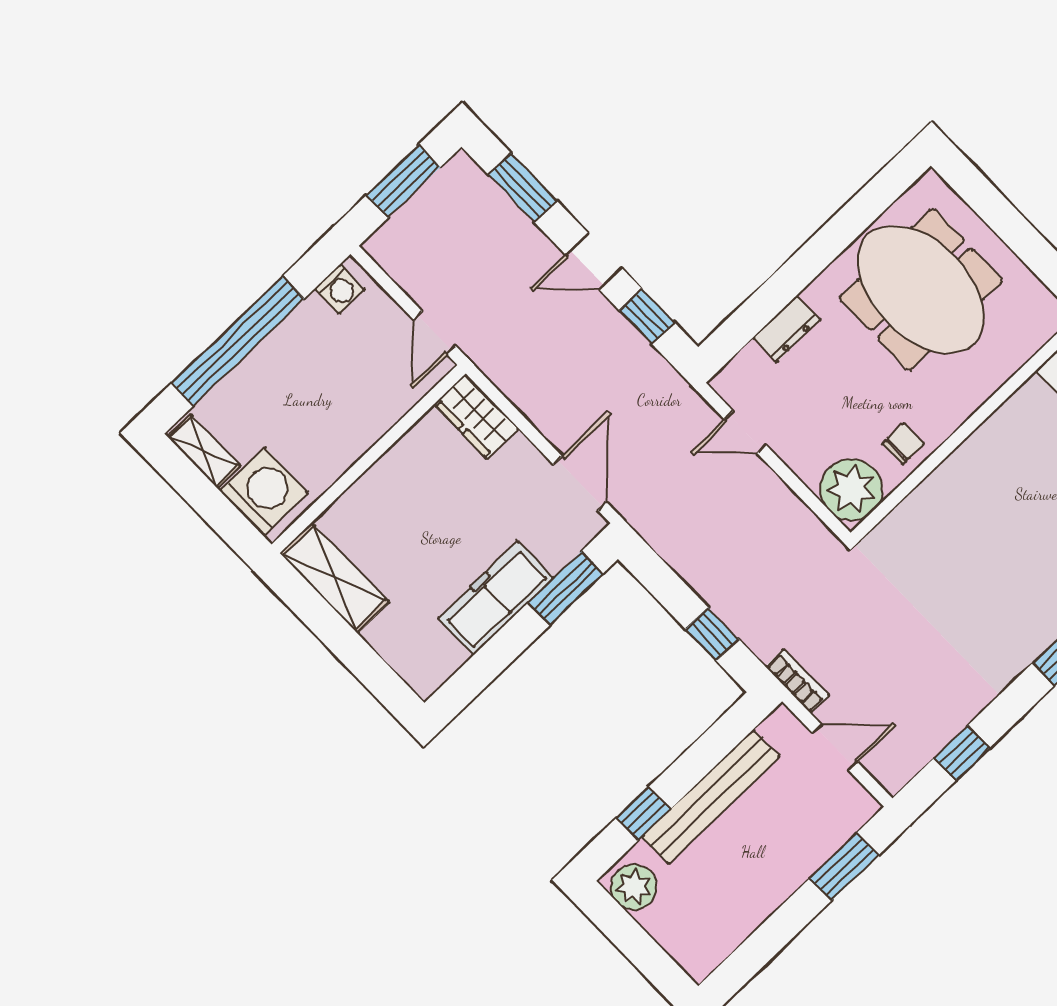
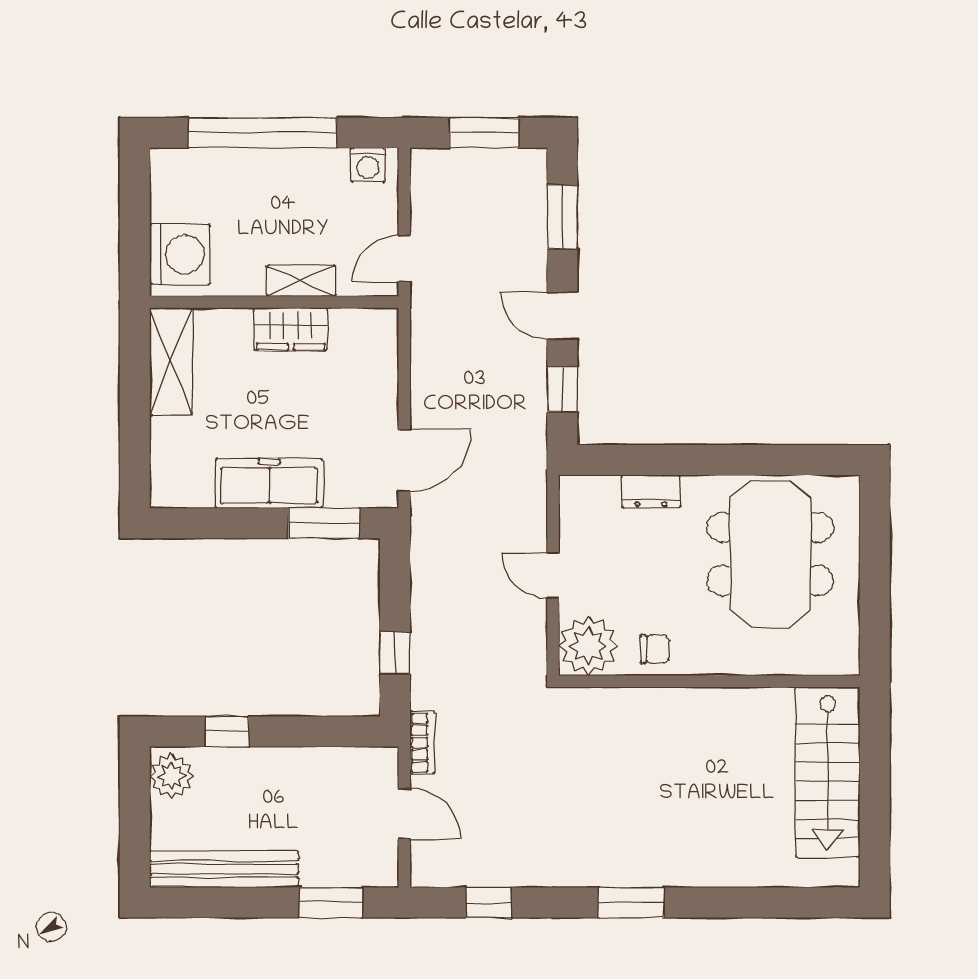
wardrobe: (476, 416) -> (291, 329), moved, turned -90
door: (745, 432) -> (553, 575), moved
shelving: (204, 451) -> (301, 281), moved, turned 90
bench: (711, 797) -> (224, 869), moved

